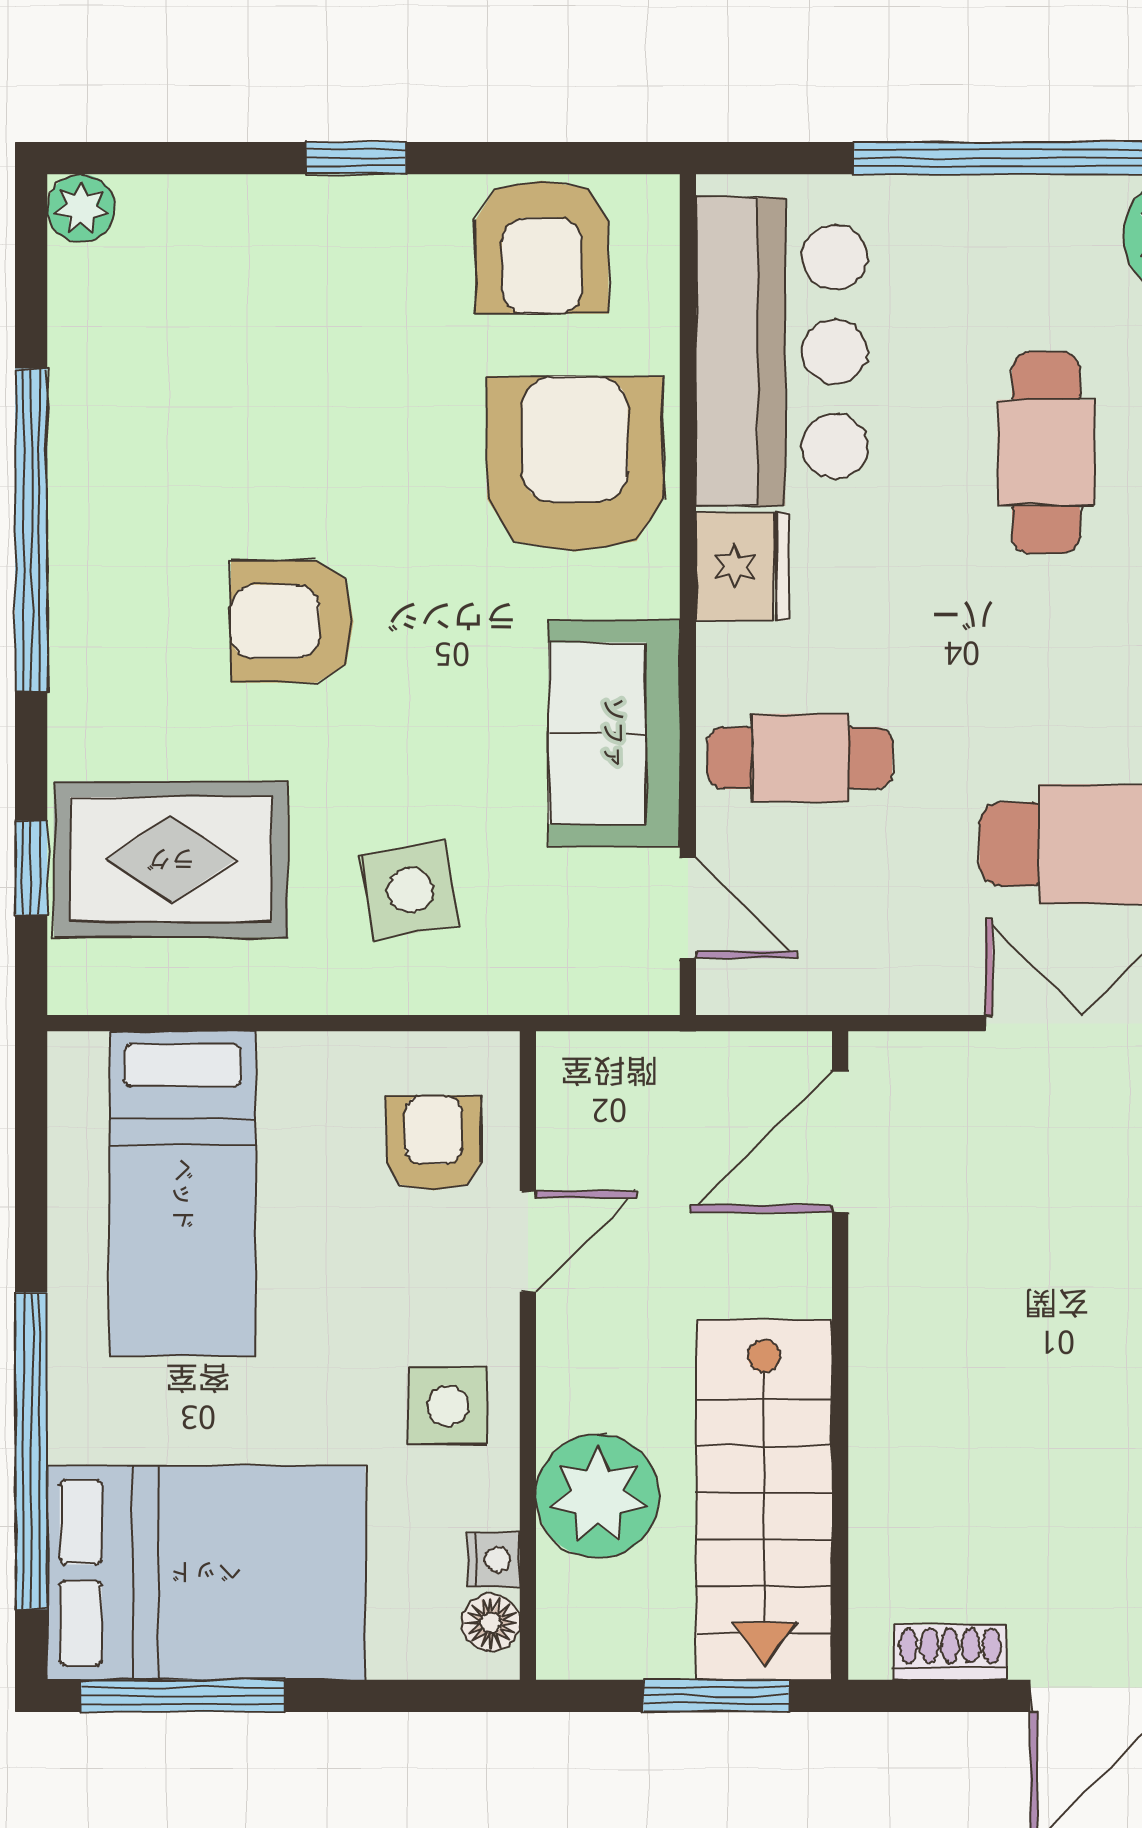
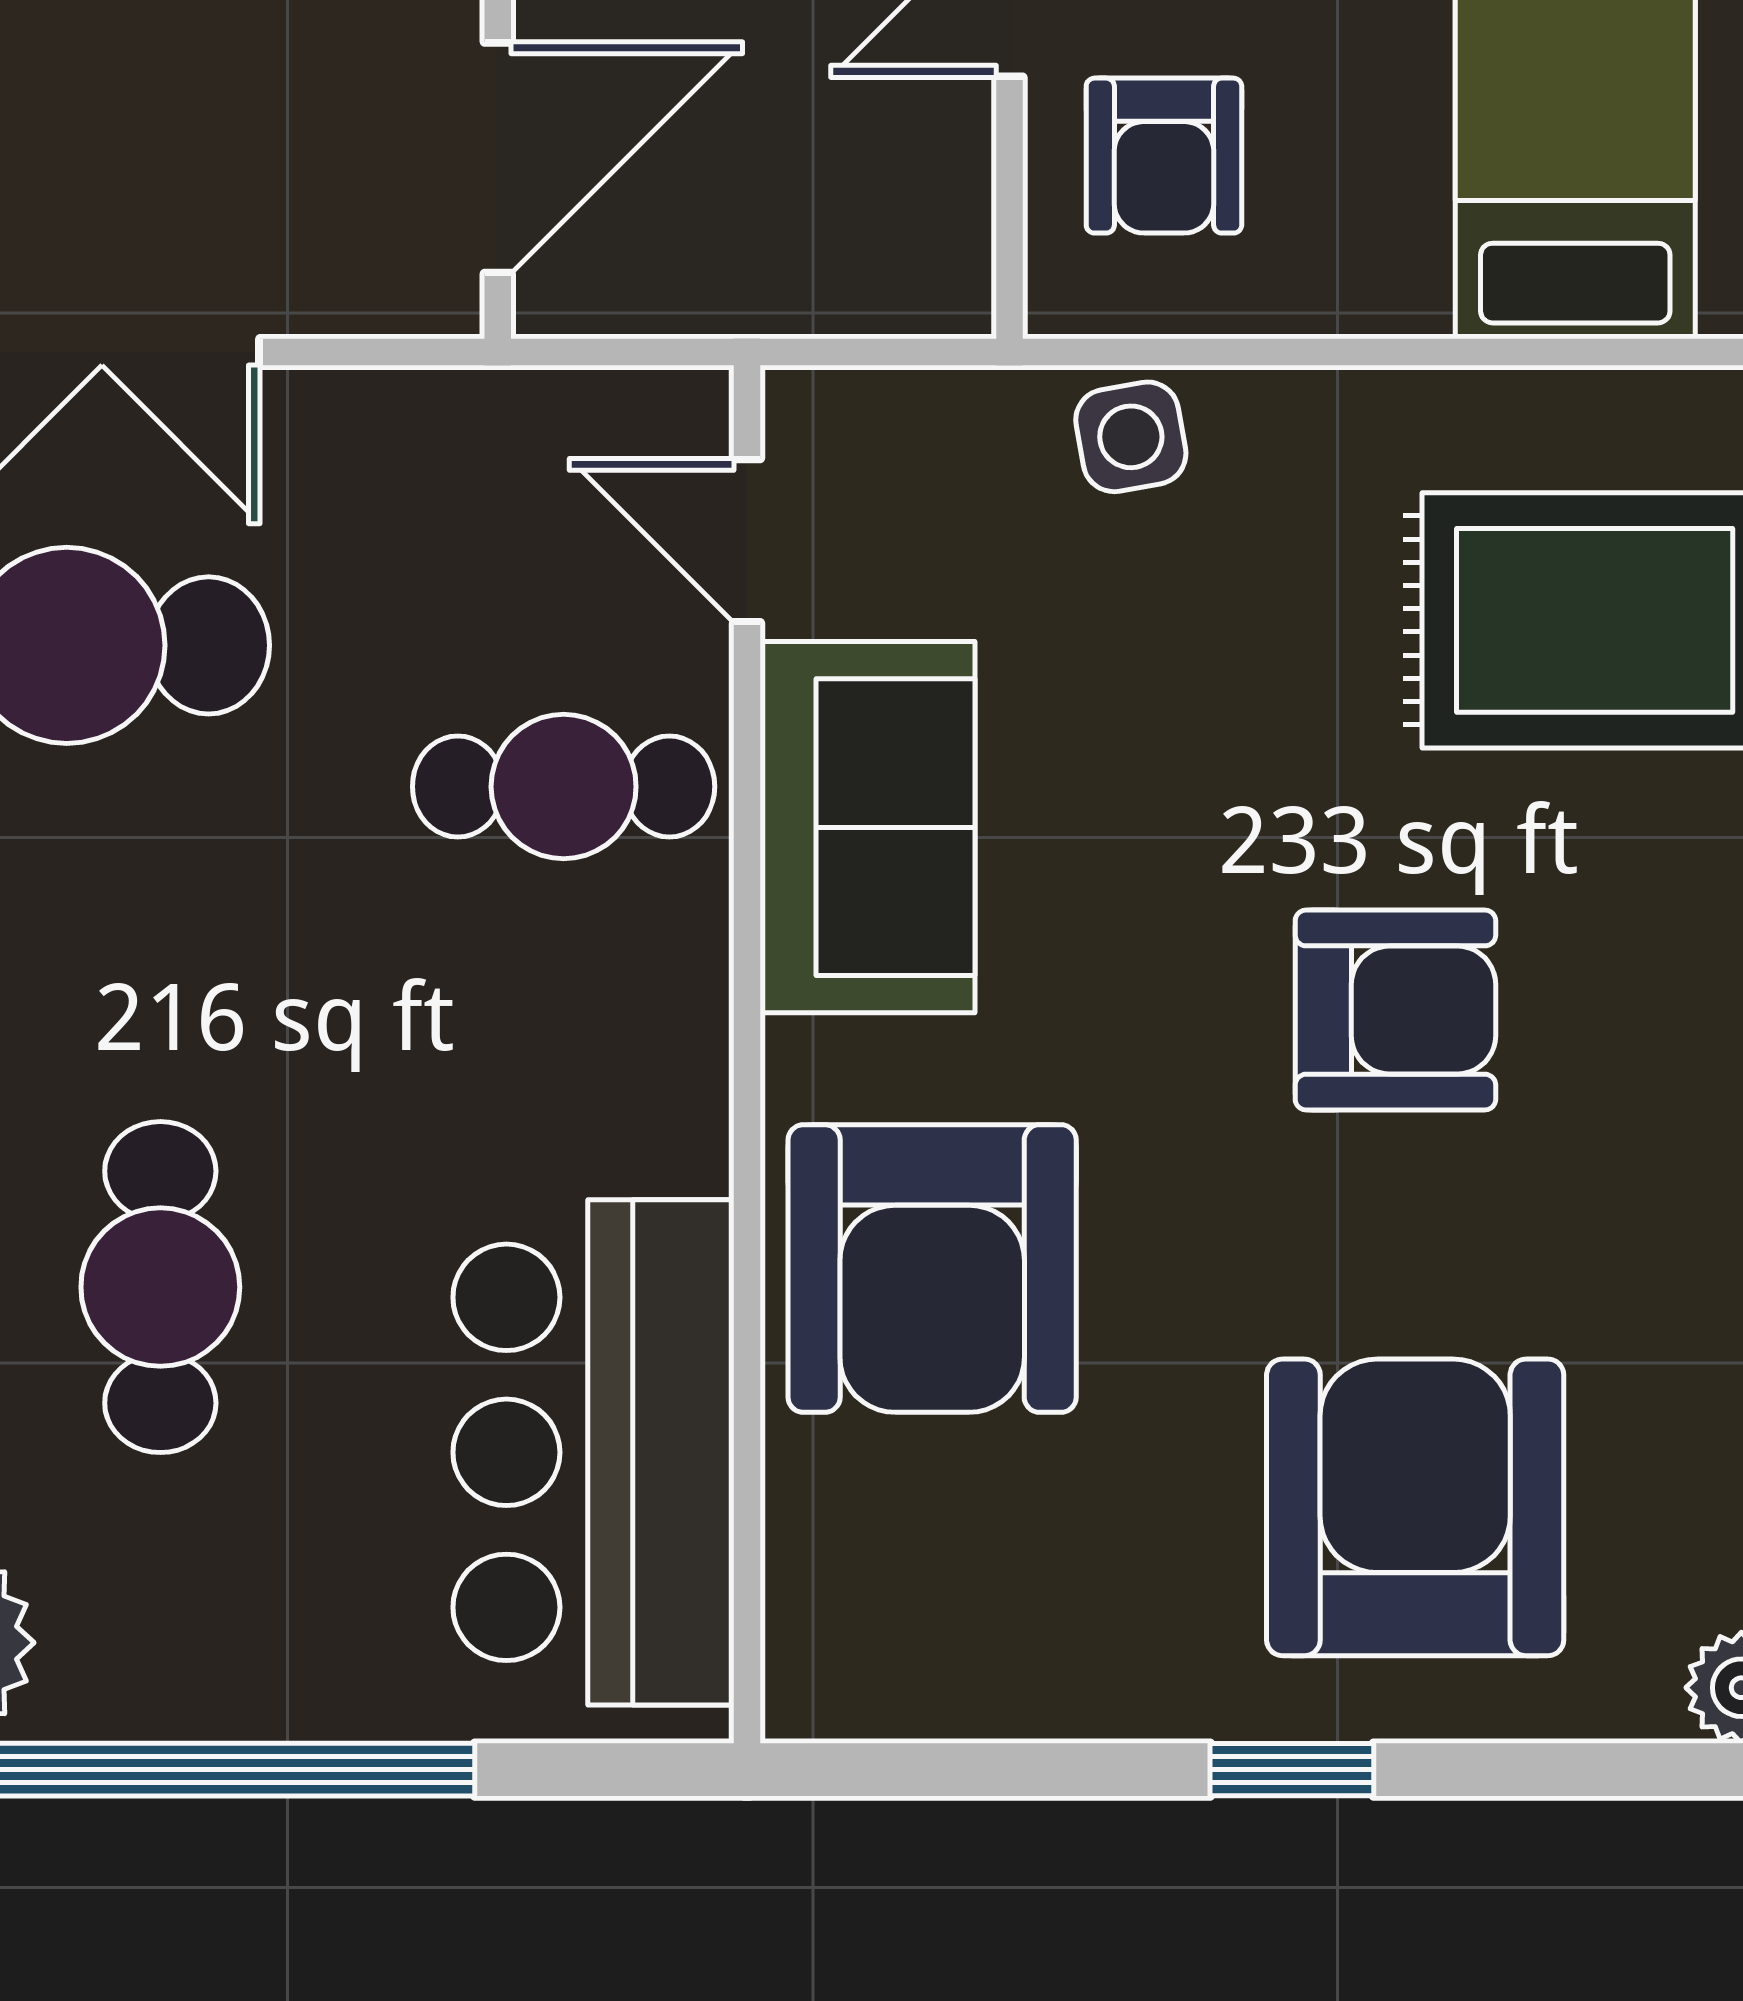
armchair: (542, 247) -> (1415, 1507), moved, width x1.36, depth x1.36
fridge: (742, 566) -> (658, 1101), removed
side table: (410, 890) -> (1131, 437), moved, width x0.73, depth x0.73

